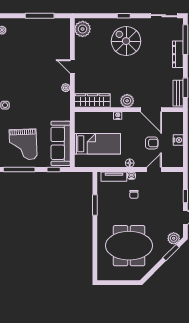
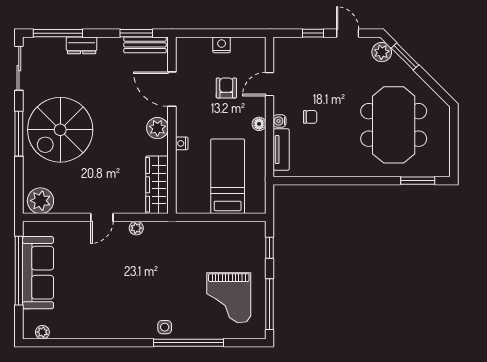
window: (40, 16) -> (19, 271), width x1.46
window: (124, 16) -> (19, 134), width x2.17
spiral stairs: (126, 41) -> (60, 130), width x1.37, depth x1.37
dresser: (178, 54) -> (82, 45), width x0.70
door: (151, 110) -> (172, 89), swing flipped
sofa: (61, 143) -> (38, 273), moved, turned -90
grand piano: (23, 144) -> (229, 298), turned 92
door: (154, 169) -> (270, 84), hinge flipped
window: (95, 205) -> (418, 181), moved

